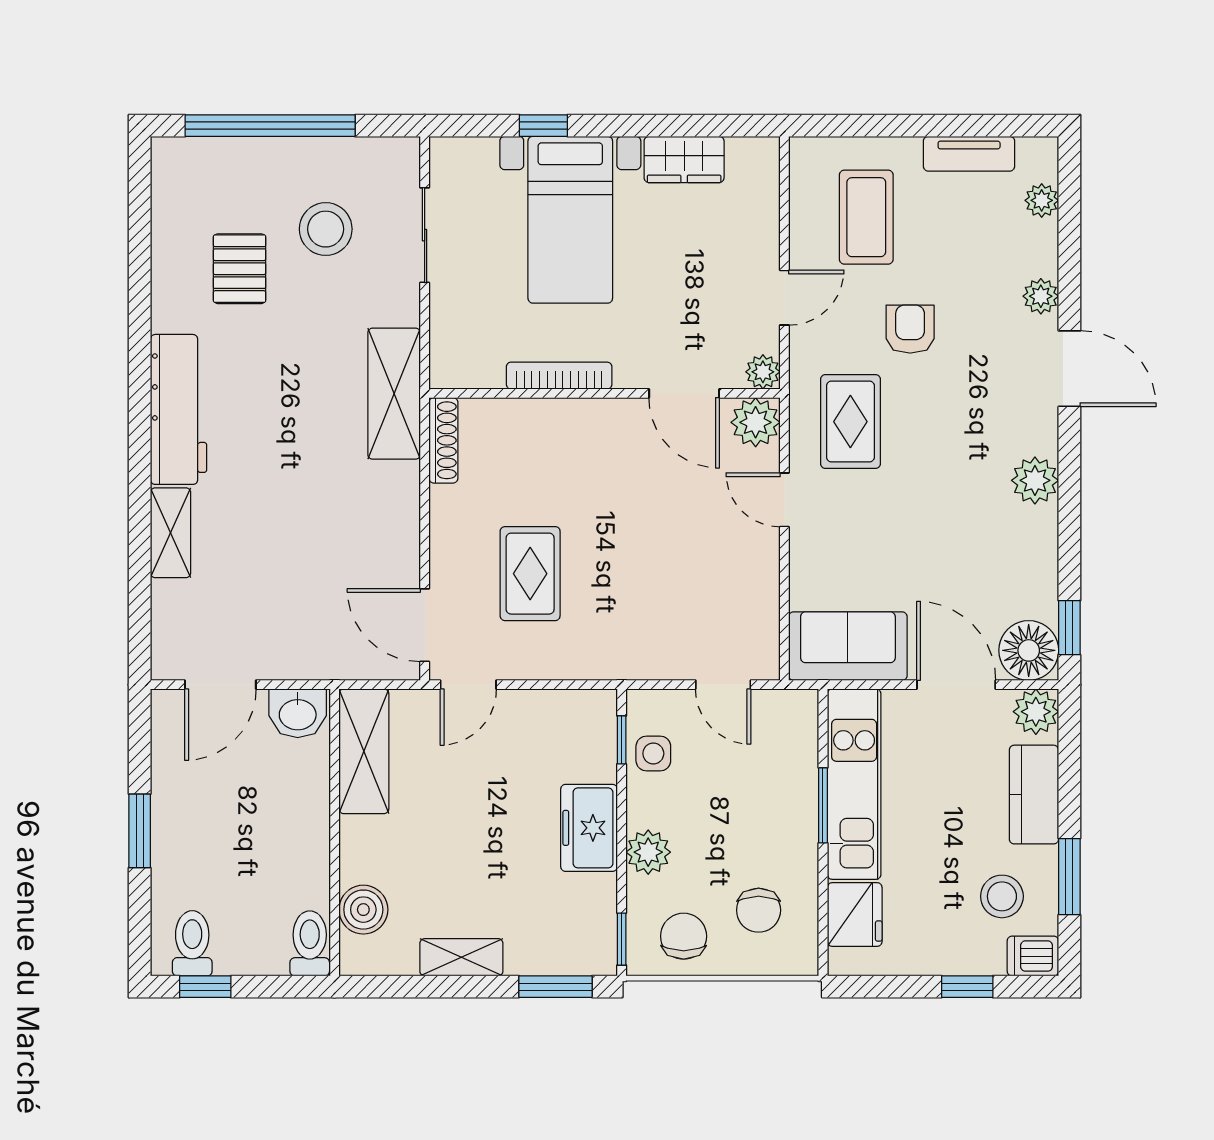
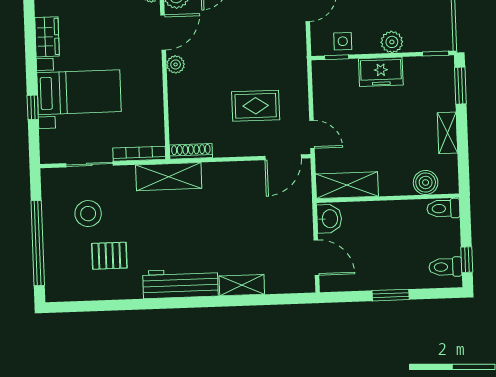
bookcase: (559, 376) -> (139, 154), moved, turned 90
plant: (619, 416) -> (176, 64), added
chair: (684, 936) -> (433, 23), removed

